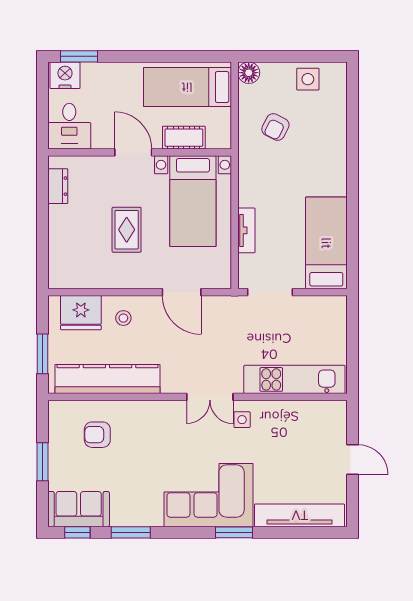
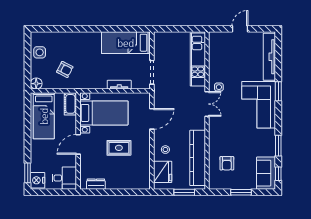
cot: (184, 138) -> (70, 104), moved

